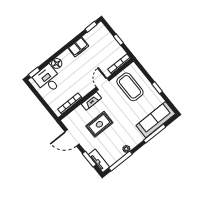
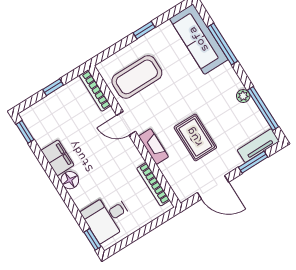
floor lamp: (57, 63) -> (70, 180), moved
door: (72, 138) -> (213, 187), hinge flipped

